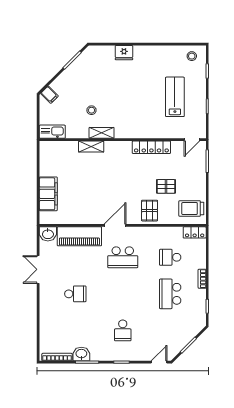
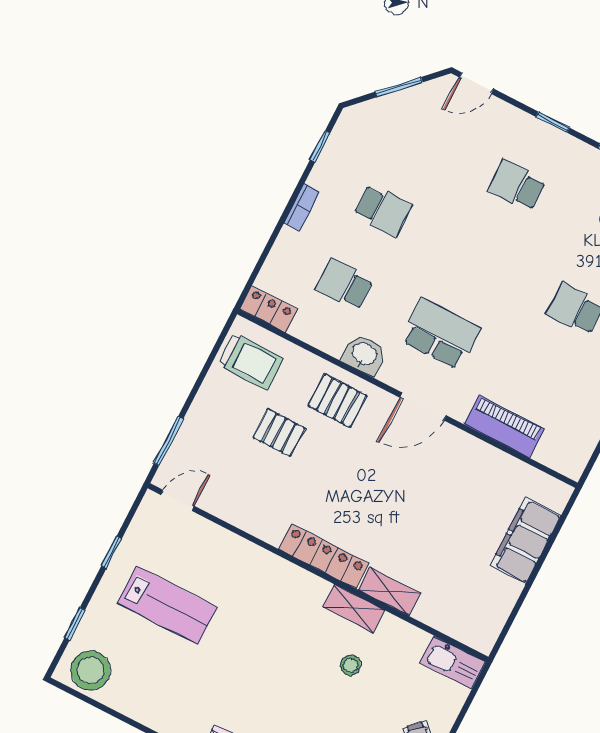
stool: (192, 56) -> (91, 670), width x1.89, depth x1.89
lab bench: (175, 97) -> (167, 605), turned -90
locker: (151, 147) -> (324, 556), moved
pallet: (150, 211) -> (337, 401), turned 90
washbasin: (48, 234) -> (364, 355), moved
piano: (79, 236) -> (504, 426), width x0.73, depth x0.75
school desk: (170, 257) -> (344, 284), turned 180
school desk: (170, 294) -> (382, 210), width x0.54
school desk: (123, 330) -> (517, 185), turned -90

